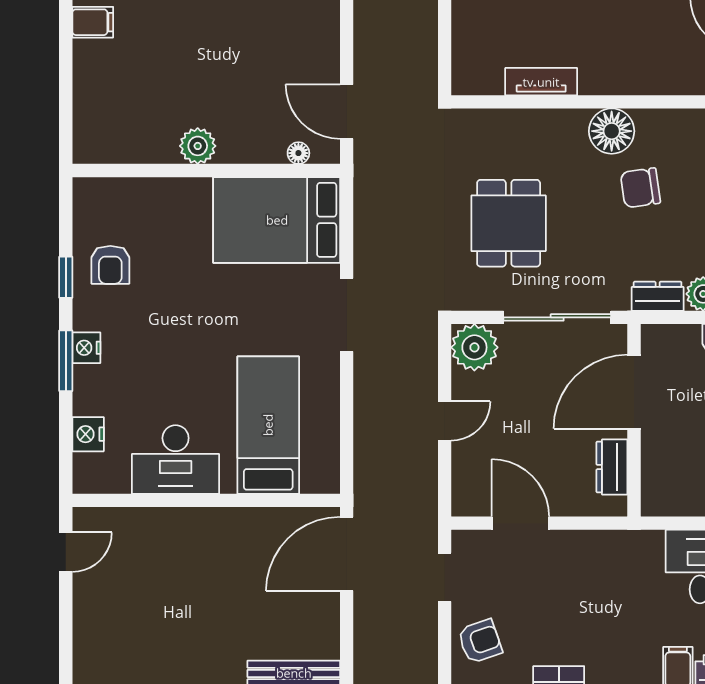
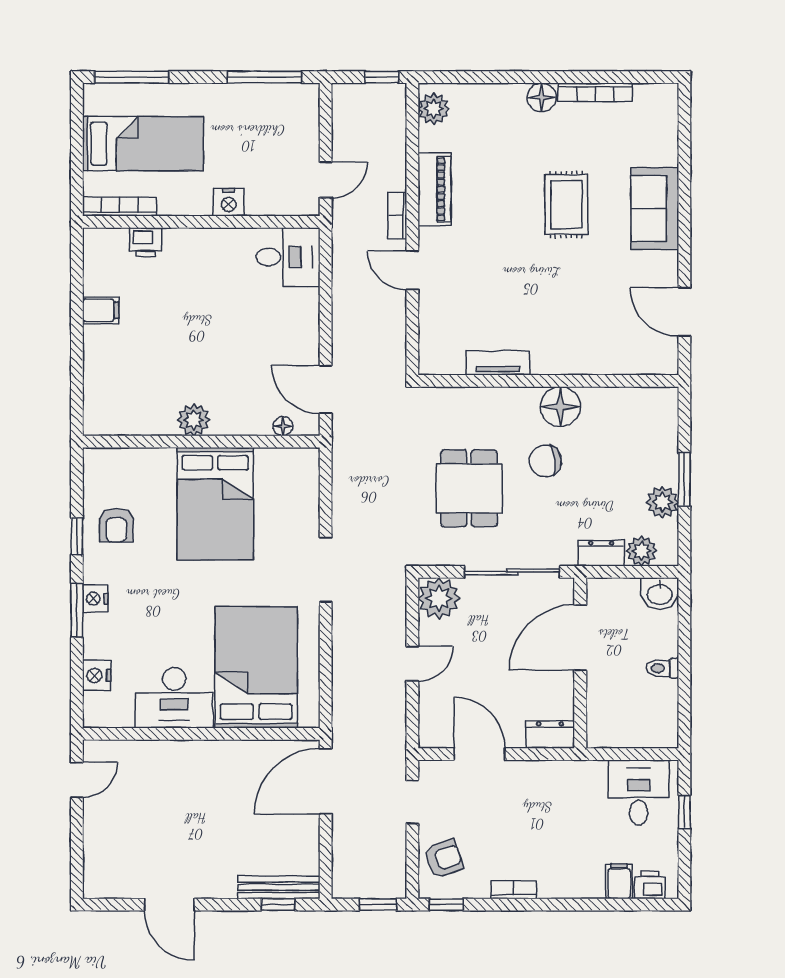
chair: (640, 188) -> (545, 461), moved
bed: (277, 220) -> (215, 504), moved, turned -90
bed: (268, 425) -> (256, 667), width x1.50
dresser: (612, 467) -> (550, 735), moved, turned 90

